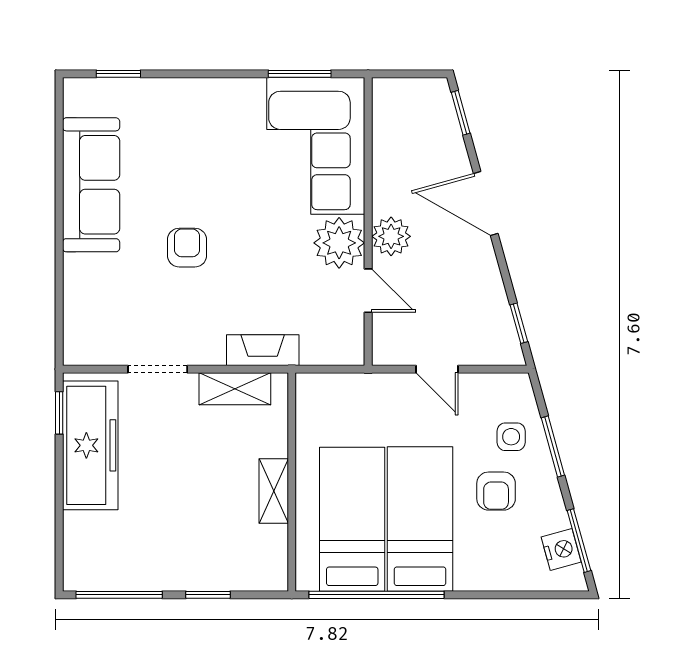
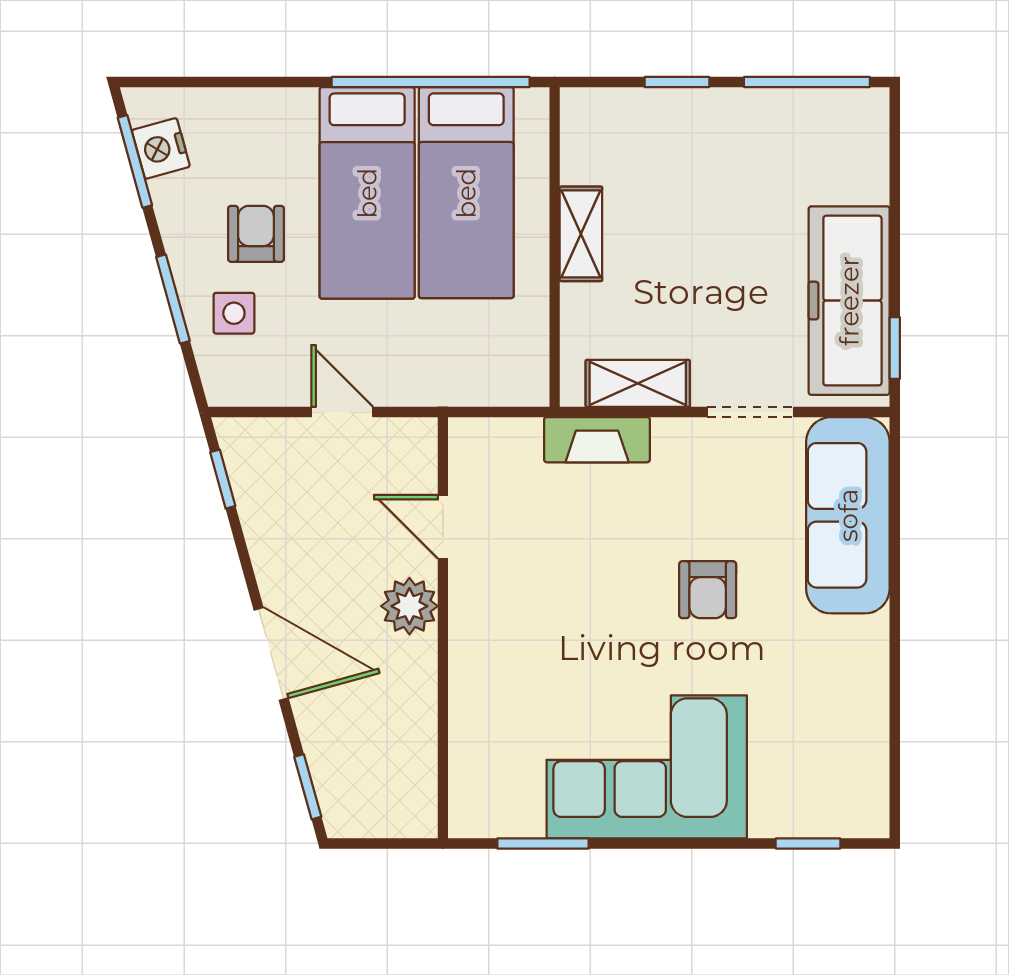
corner sofa: (316, 146) -> (647, 767), moved, turned -90
sofa: (91, 185) -> (848, 515), moved
plant: (339, 243) -> (485, 597), removed

